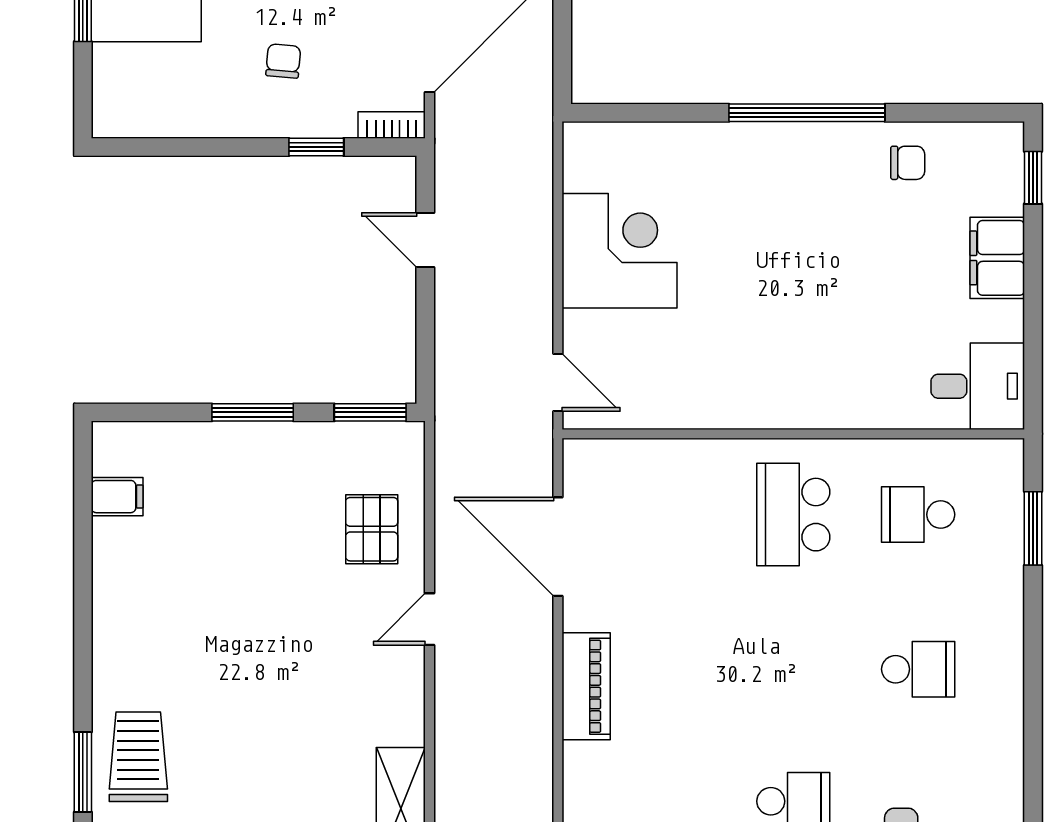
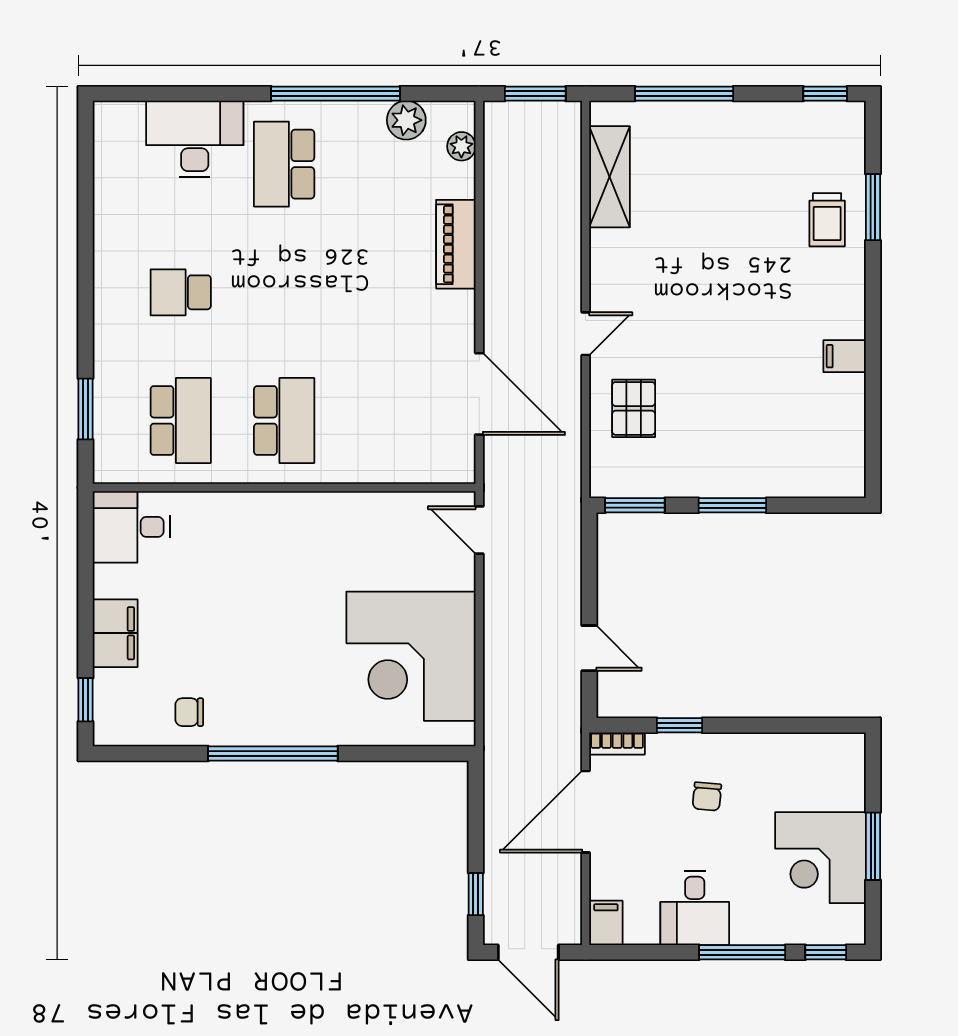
corner desk: (620, 251) -> (411, 656), width x1.36, depth x1.36
filing cabinet: (117, 497) -> (845, 356), moved
school desk: (918, 515) -> (181, 421), width x1.85
piano: (586, 686) -> (456, 244), moved
trolley: (138, 757) -> (827, 220), width x0.73, depth x0.72

